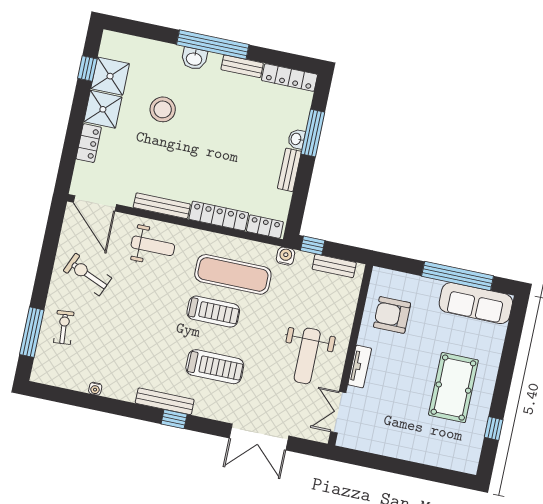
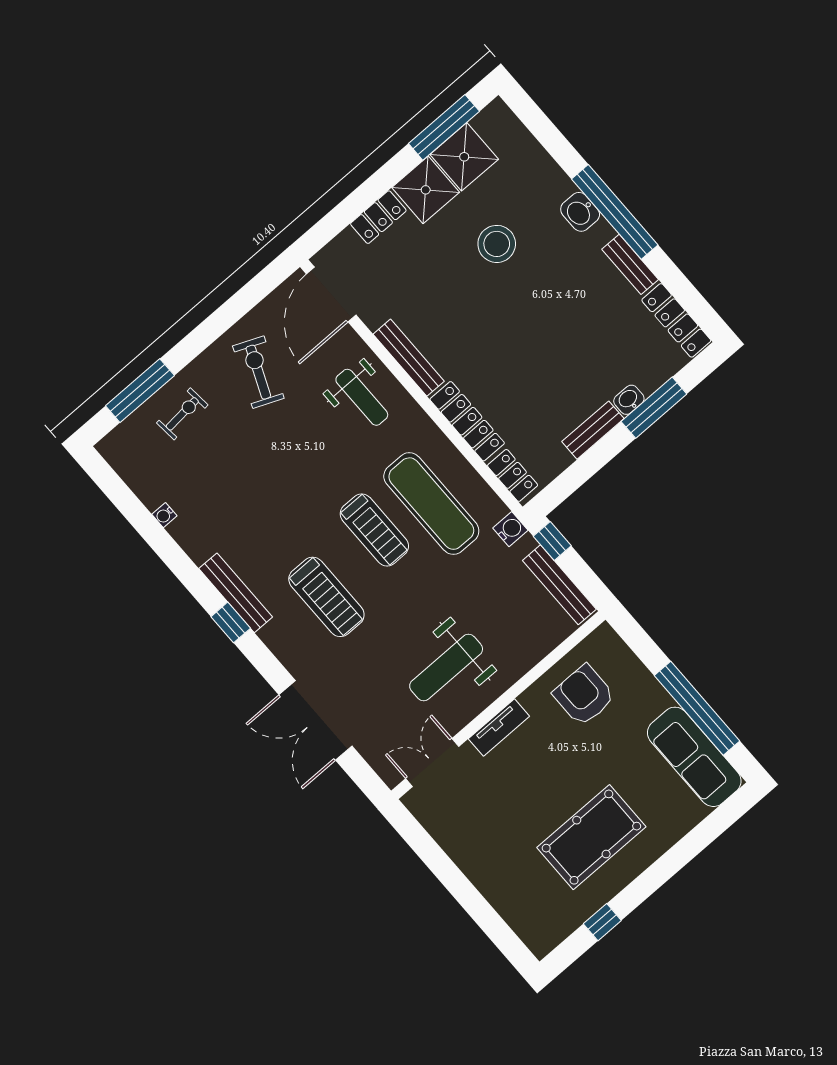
window: (87, 69) -> (444, 127), width x2.17
bench: (334, 266) -> (559, 585), width x1.36

